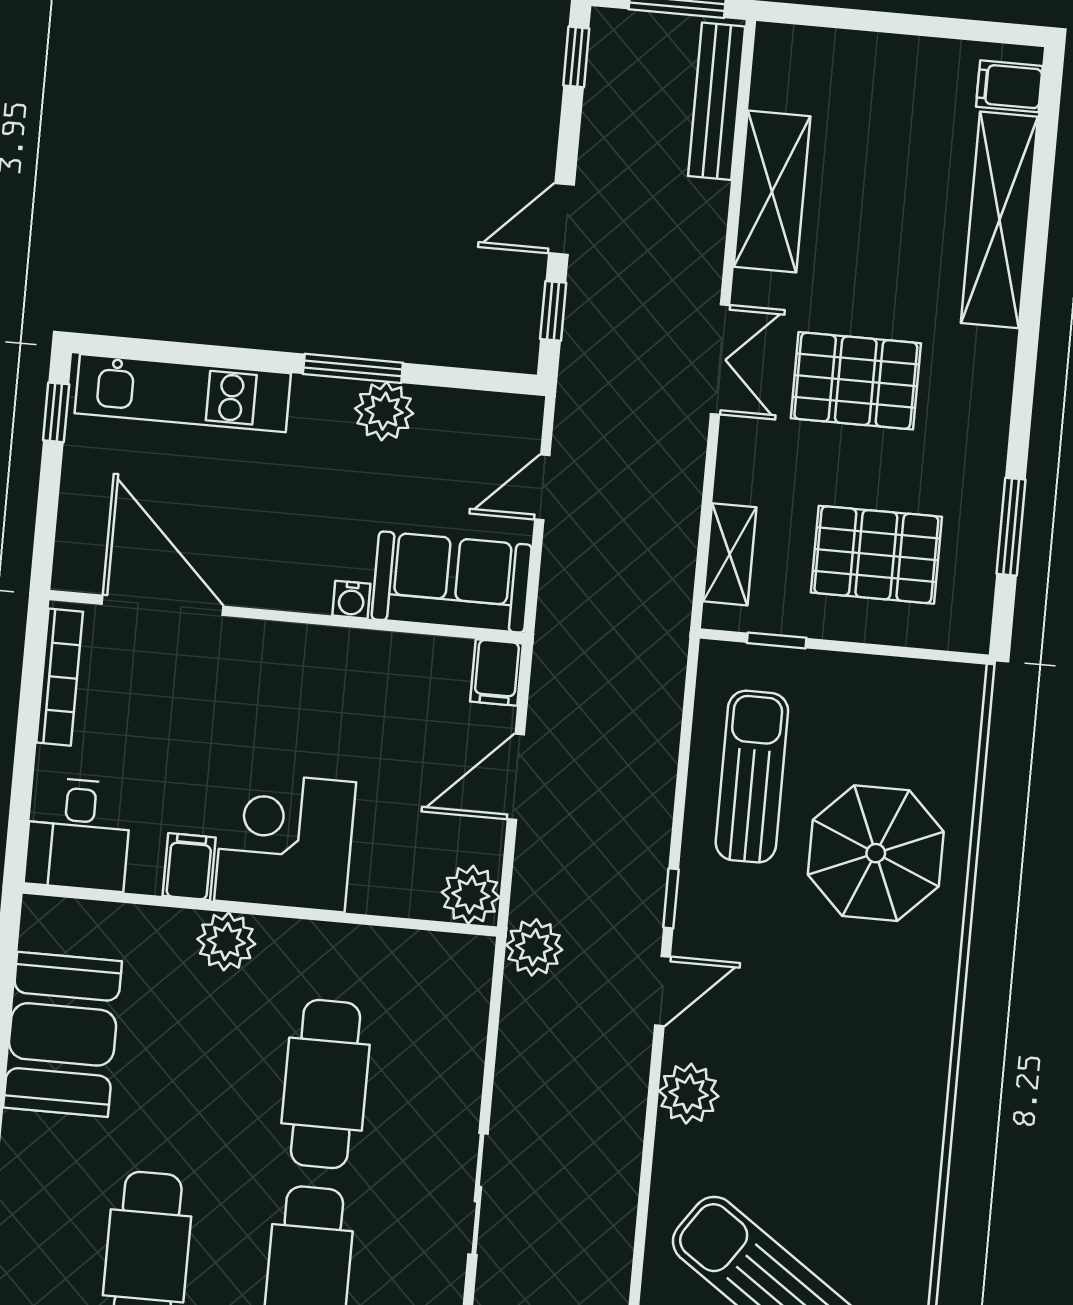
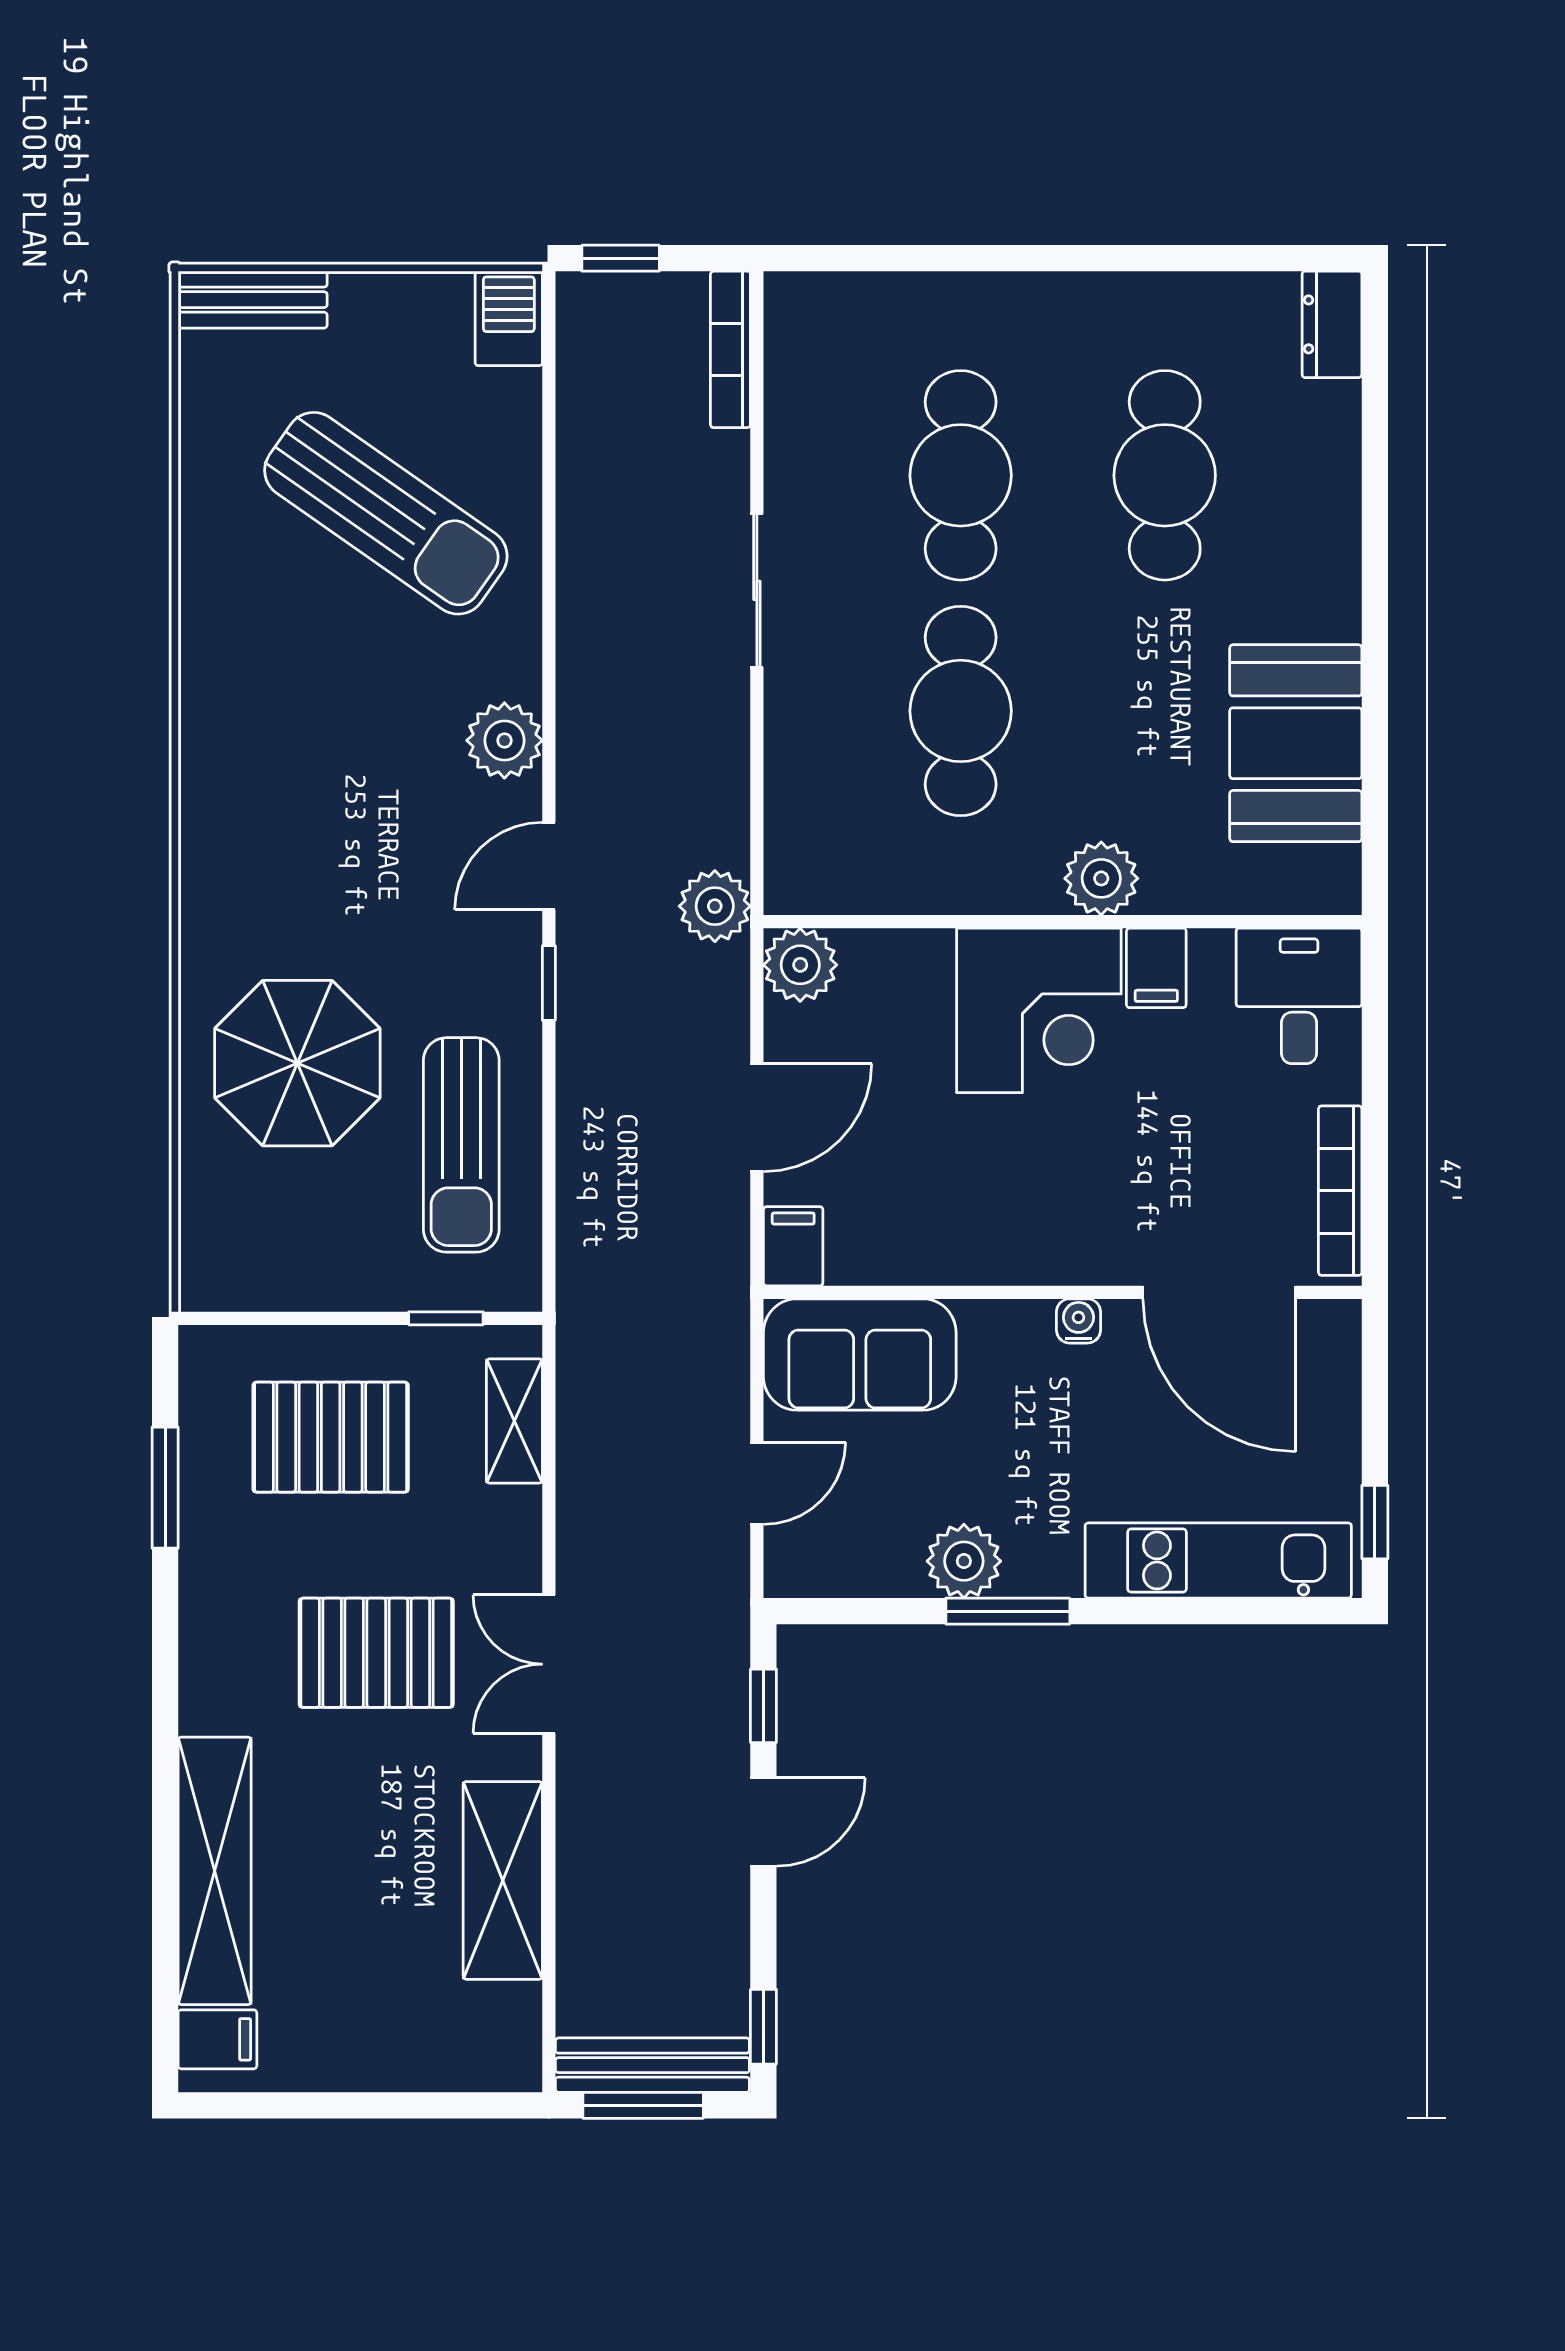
bench: (717, 101) -> (652, 2065), moved, turned 90
water cooler: (351, 600) -> (1078, 1321), moved

